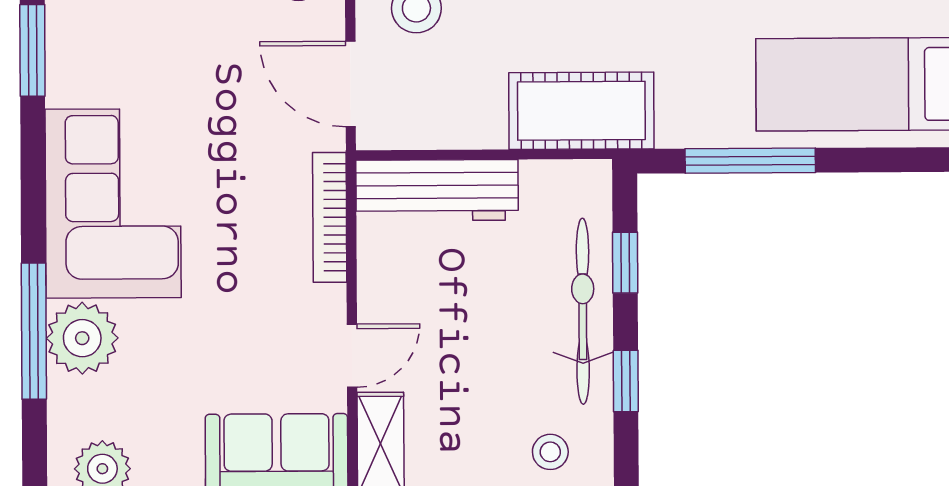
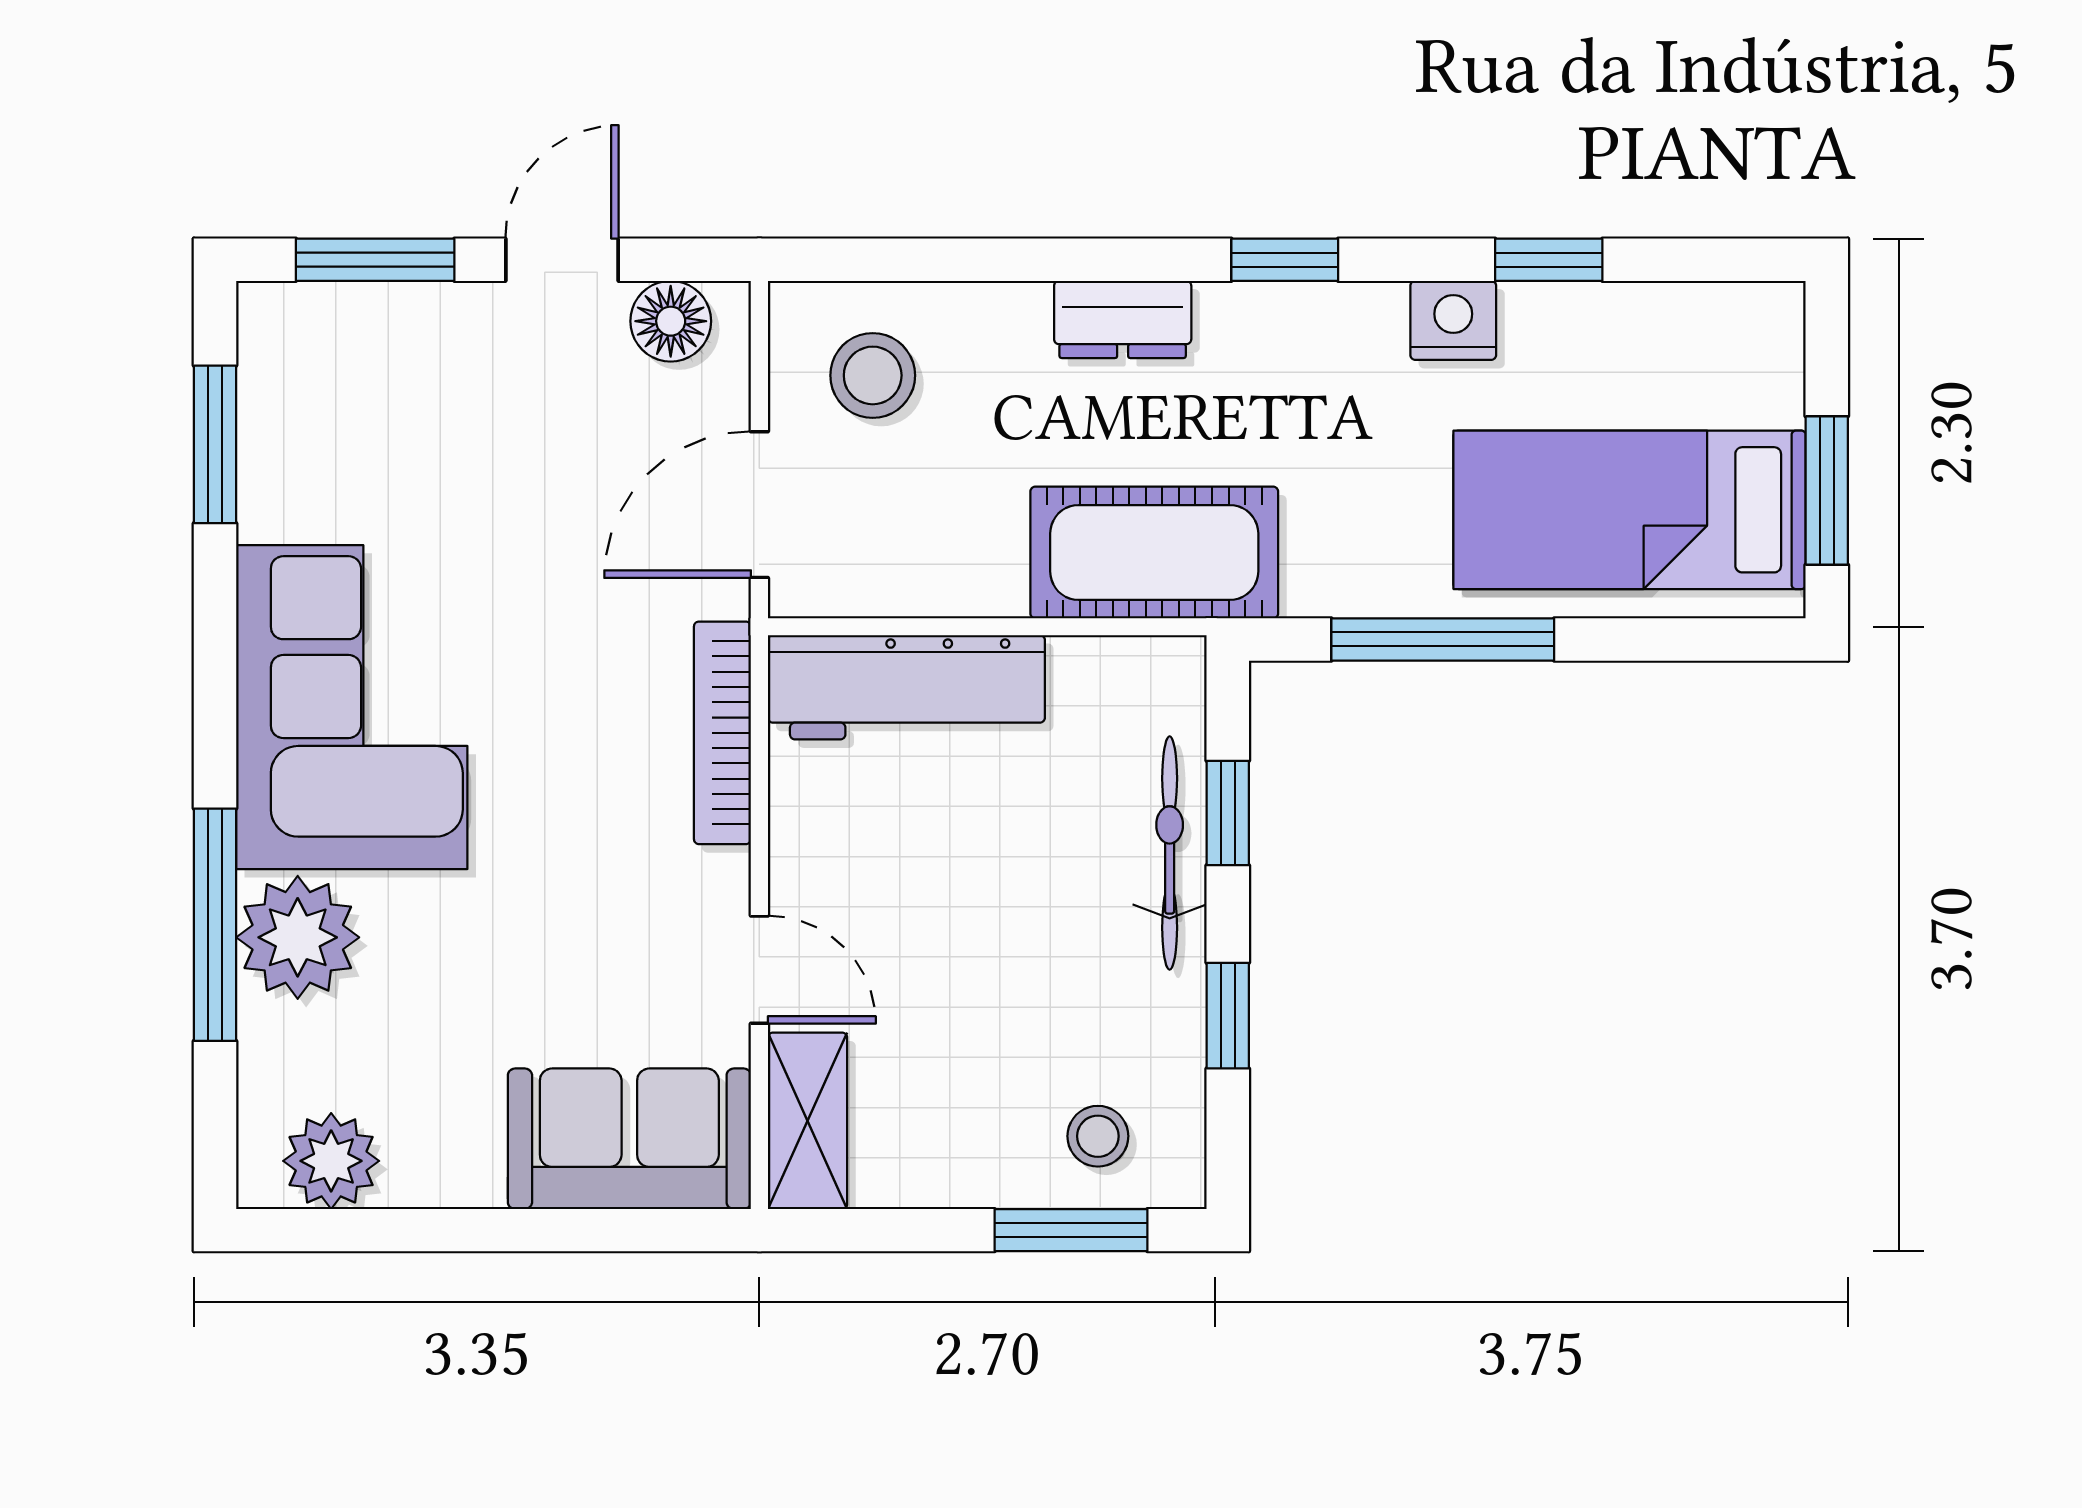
door: (351, 84) -> (759, 505), hinge flipped
bicycle: (583, 311) -> (1170, 853), width x0.73, depth x0.71
door: (352, 356) -> (759, 970), hinge flipped

